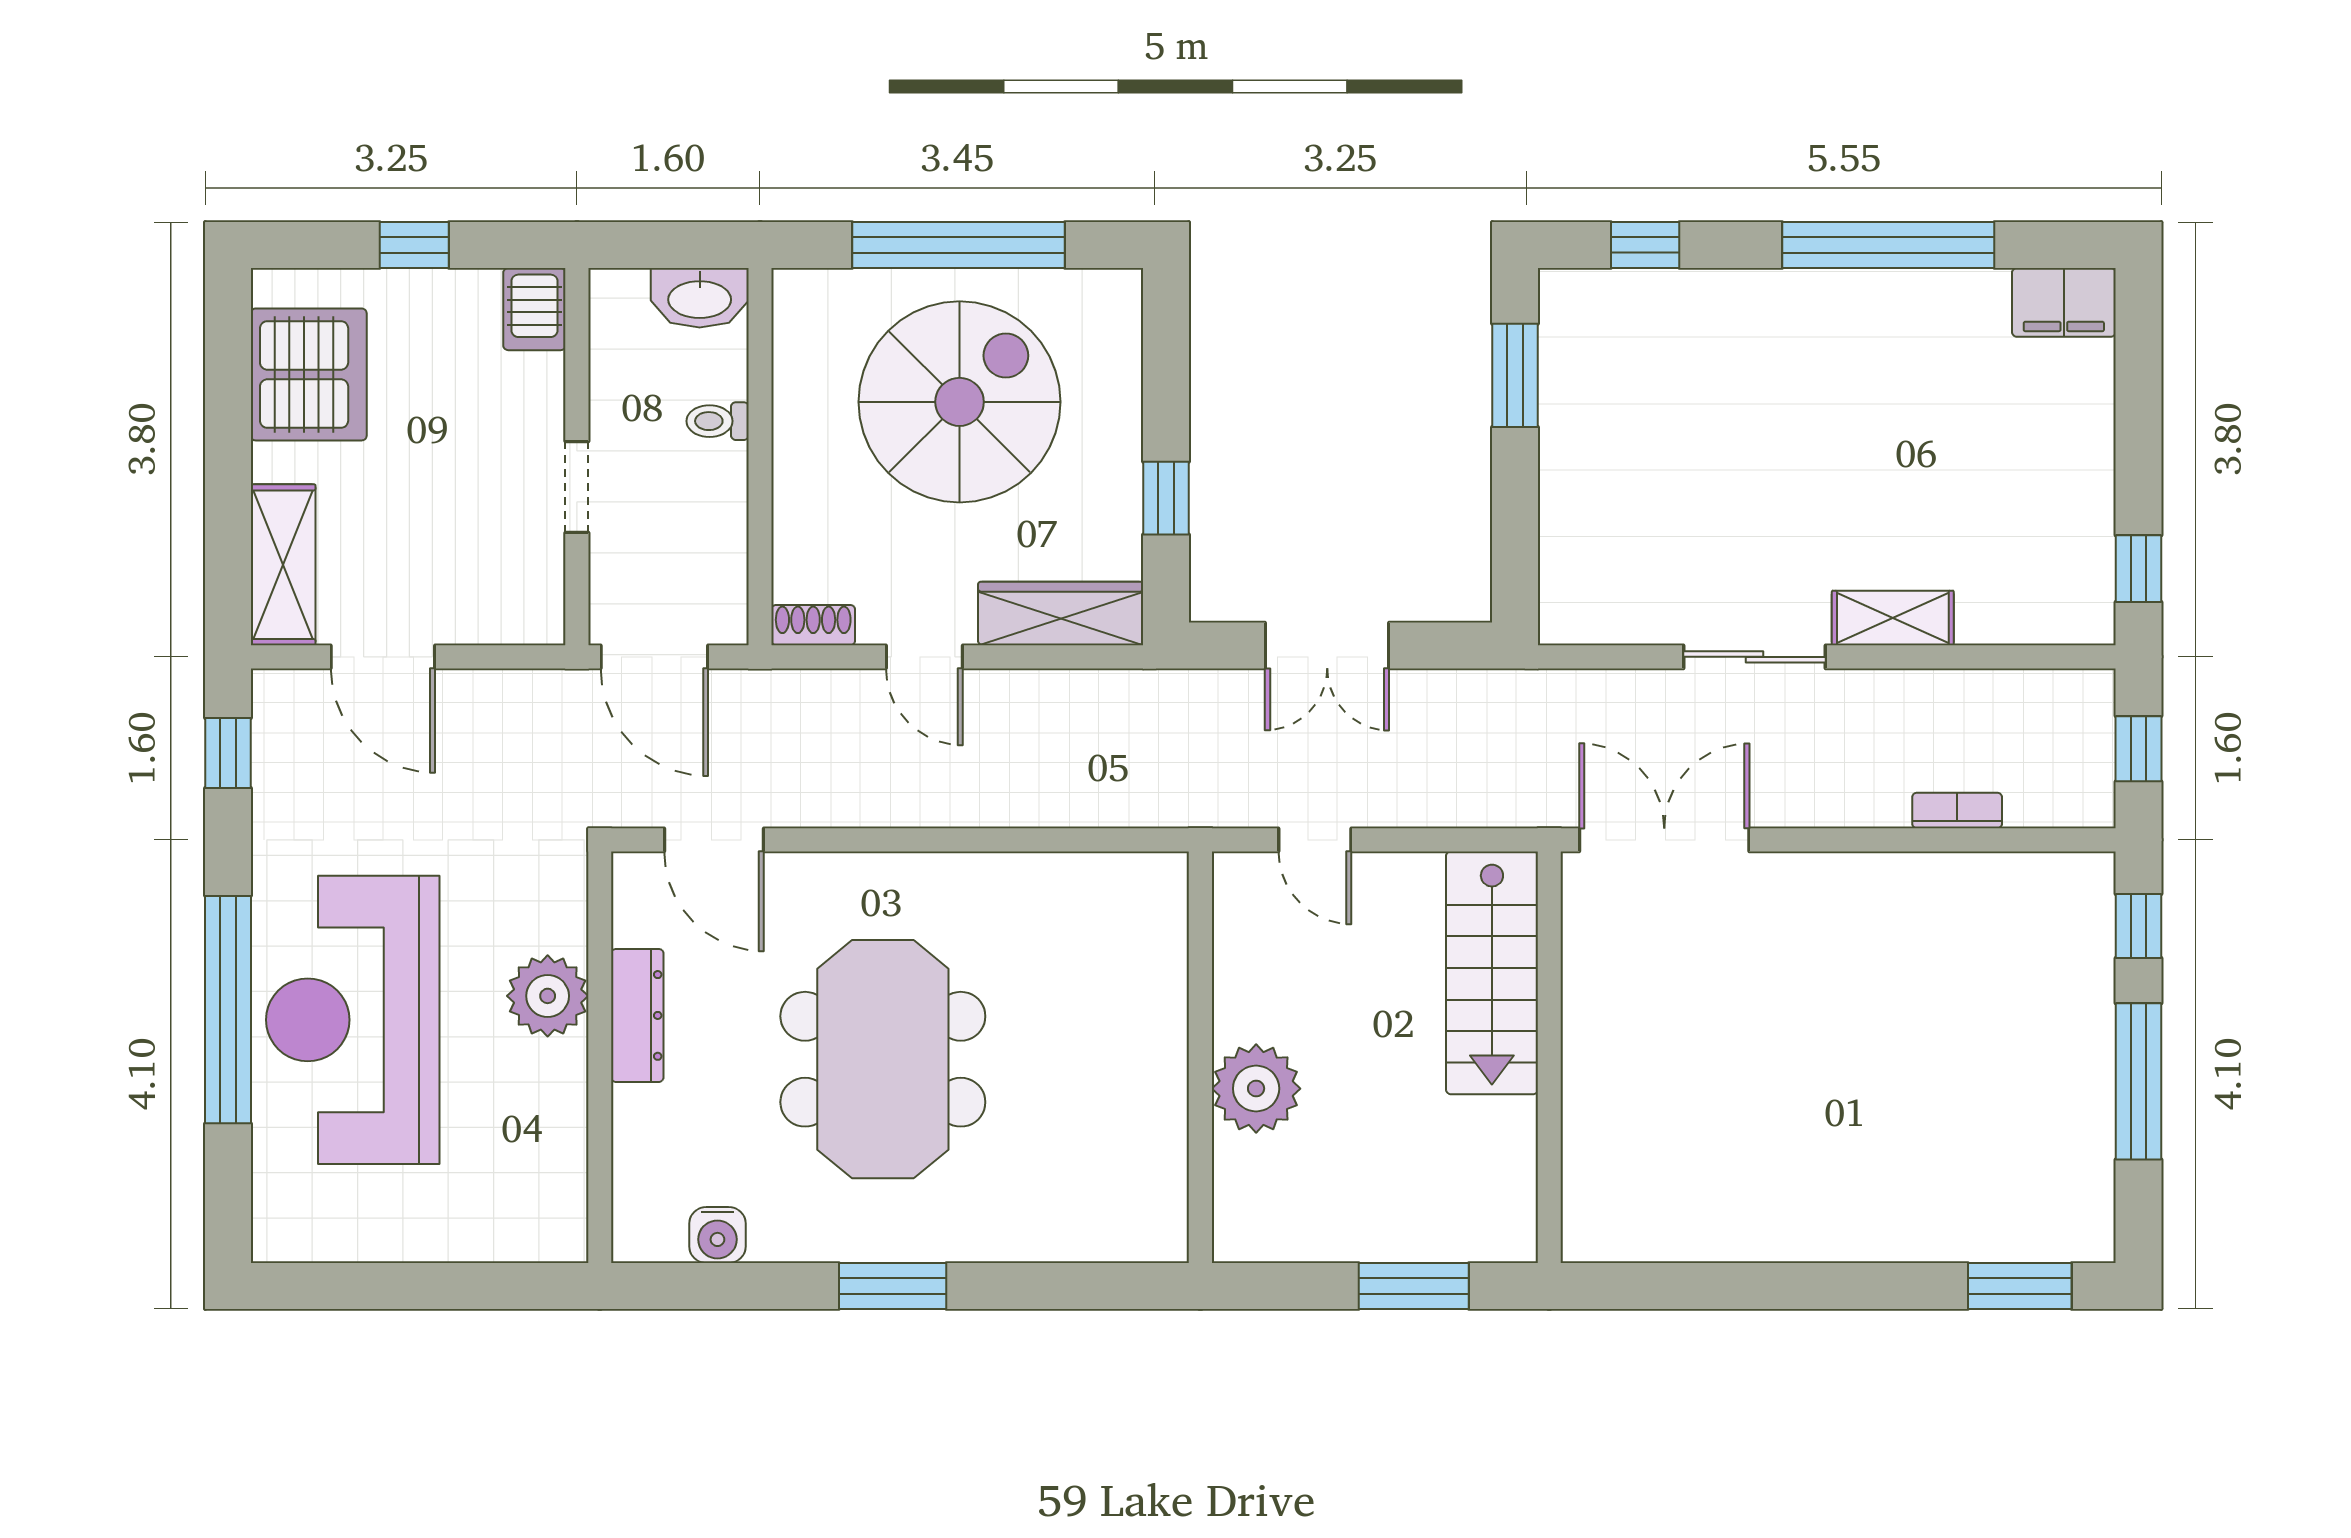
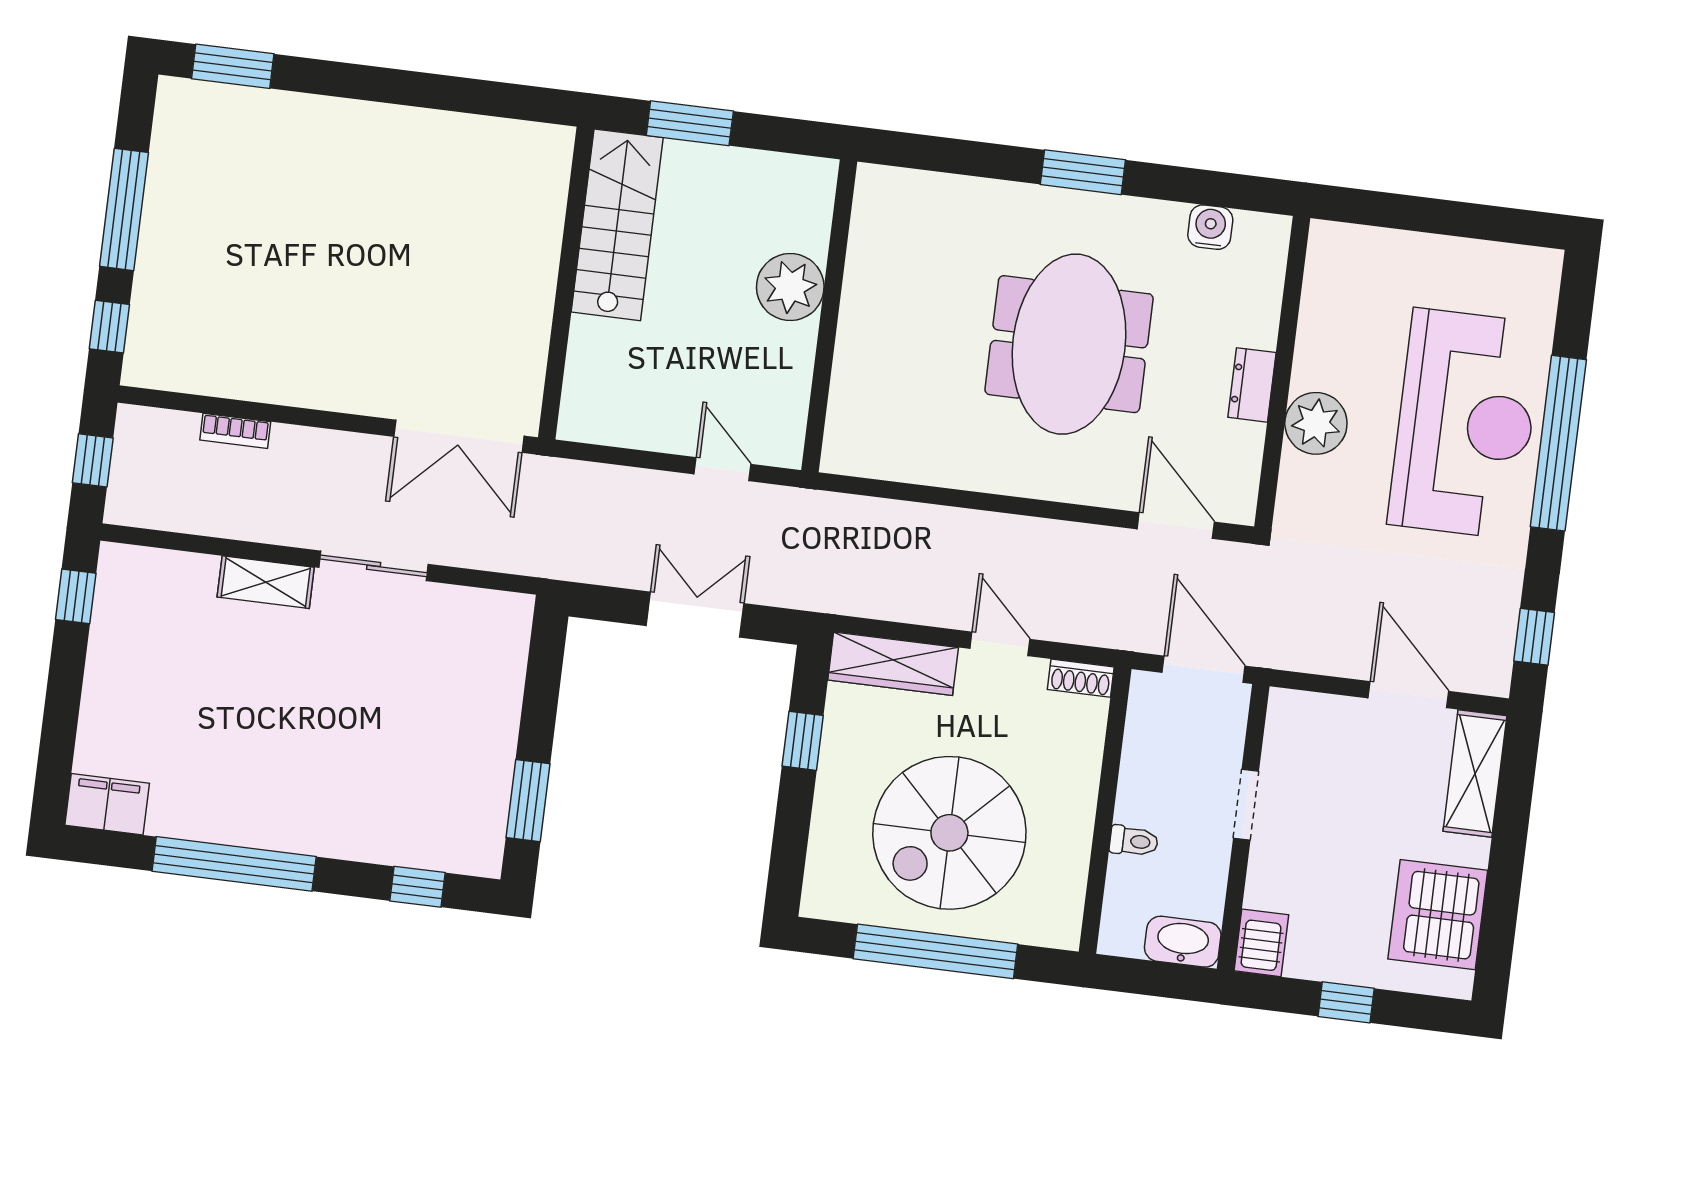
washbasin: (700, 298) -> (1183, 942), moved
stairs: (1492, 973) -> (617, 225), moved
dresser: (637, 1015) -> (1252, 385), width x0.70

